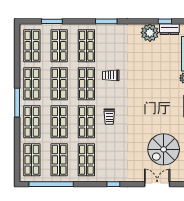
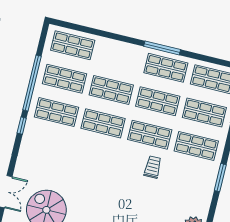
window: (17, 103) -> (162, 48), moved
trolley: (109, 117) -> (103, 153), removed
shop shelf: (32, 122) -> (119, 57), removed
window: (51, 184) -> (32, 83), moved
window: (113, 184) -> (22, 126), moved

